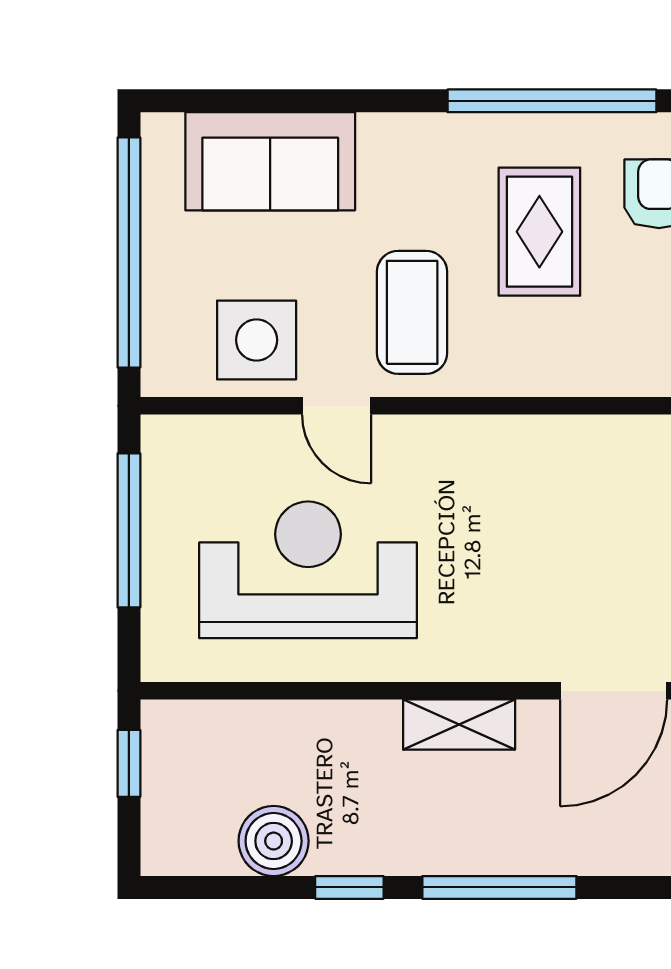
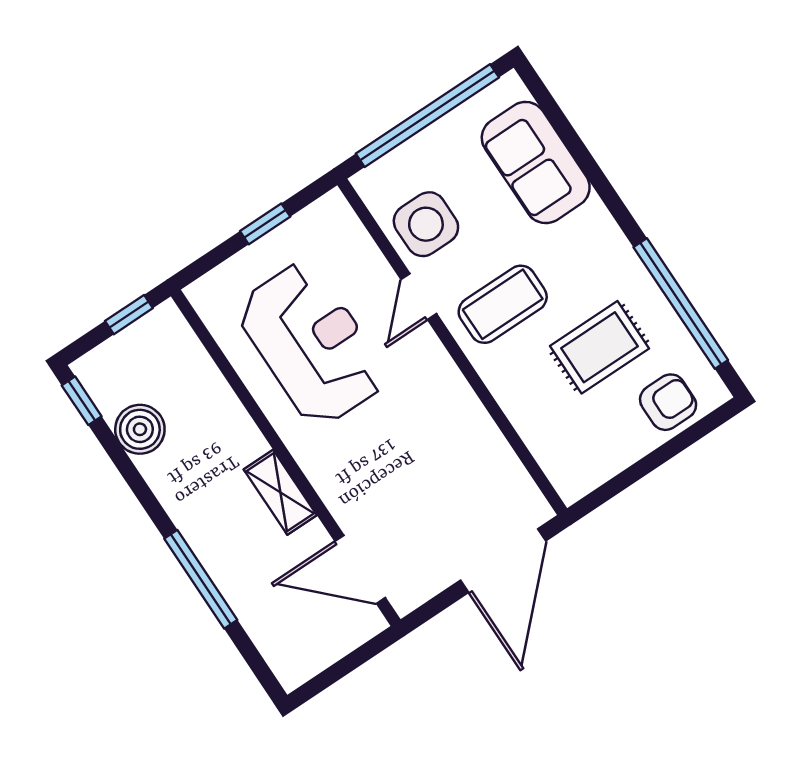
window: (129, 530) -> (265, 224), width x0.46
window: (349, 887) -> (82, 401), moved

